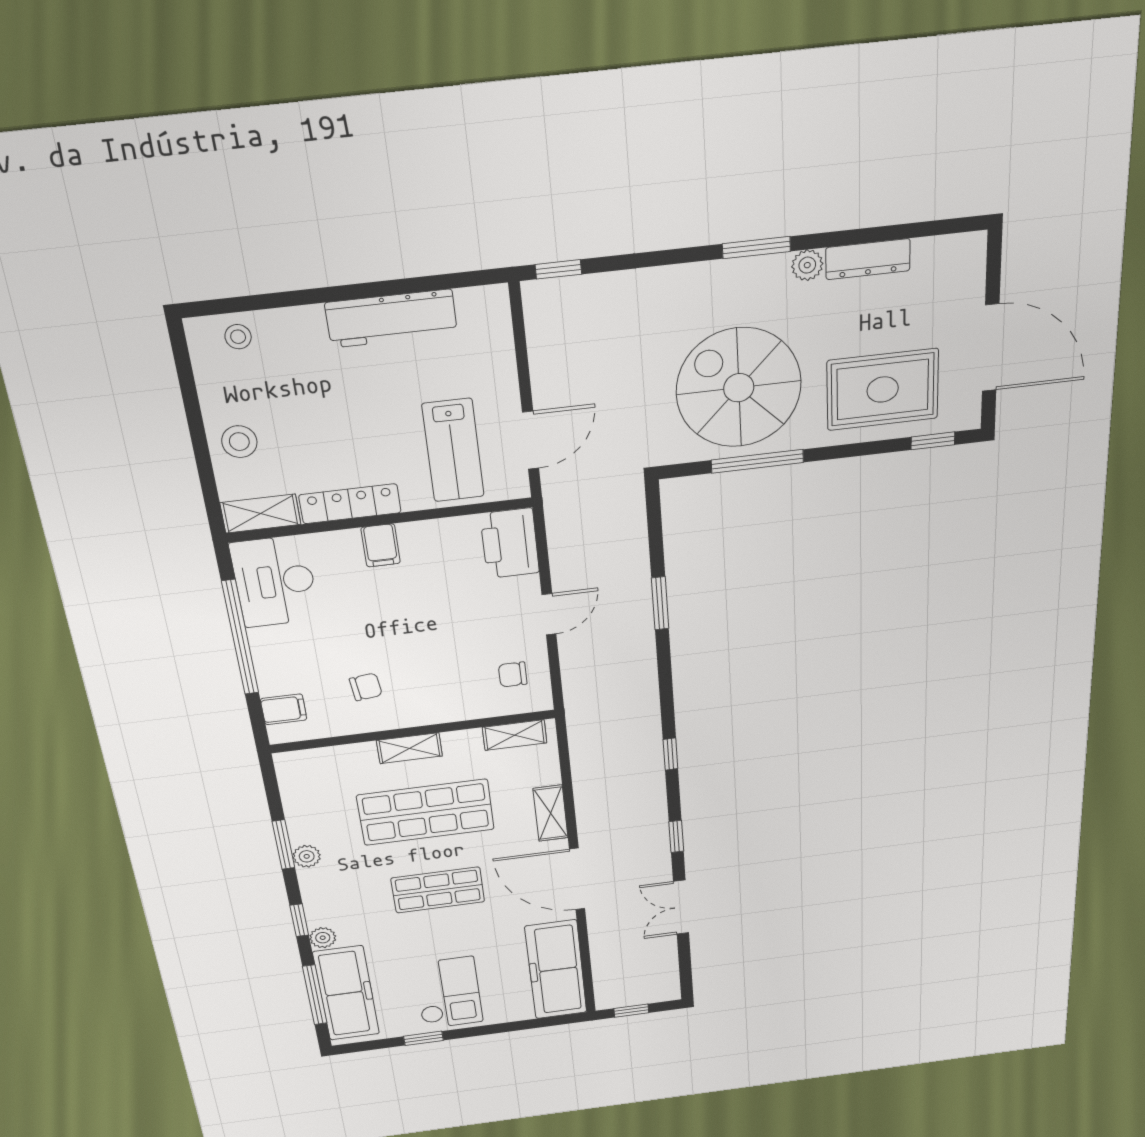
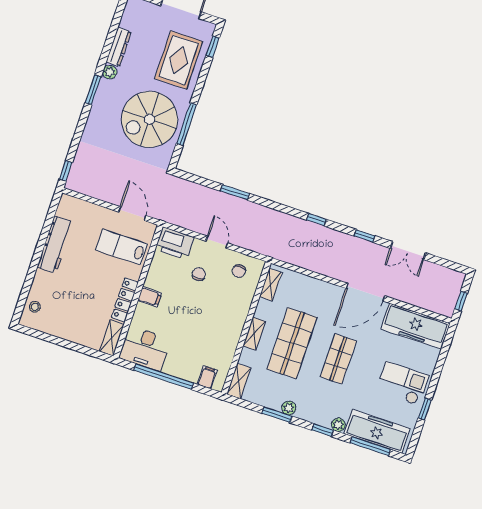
stool: (239, 442) -> (77, 330), removed
lab bench: (453, 450) -> (122, 247), turned 180
chair: (366, 687) -> (199, 274), moved
shelving: (551, 813) -> (239, 381), moved, turned 90

